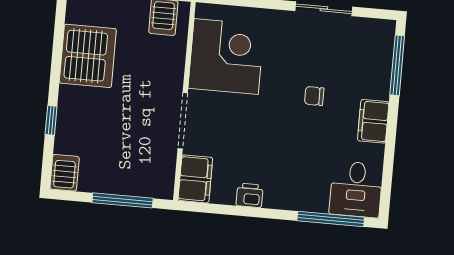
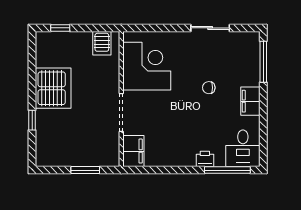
server rack: (88, 56) -> (53, 88), moved
server rack: (65, 173) -> (44, 155), removed
printer: (250, 195) -> (205, 159), moved
window: (123, 200) -> (85, 170), width x0.69

